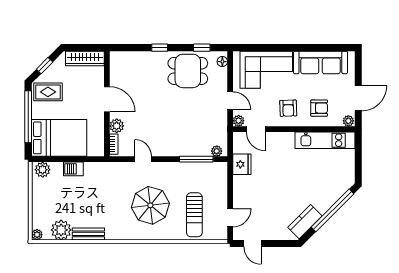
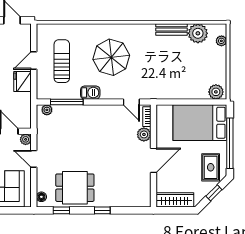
rug: (48, 92) -> (211, 167), turned 90
door: (107, 99) -> (153, 160), swing flipped
door: (143, 159) -> (131, 102), moved
fridge: (242, 164) -> (22, 81), moved
barbecue: (73, 169) -> (90, 93), moved
sun lounger: (194, 215) -> (62, 61), moved
door: (230, 218) -> (34, 60), moved
plant: (37, 235) -> (221, 41), moved

